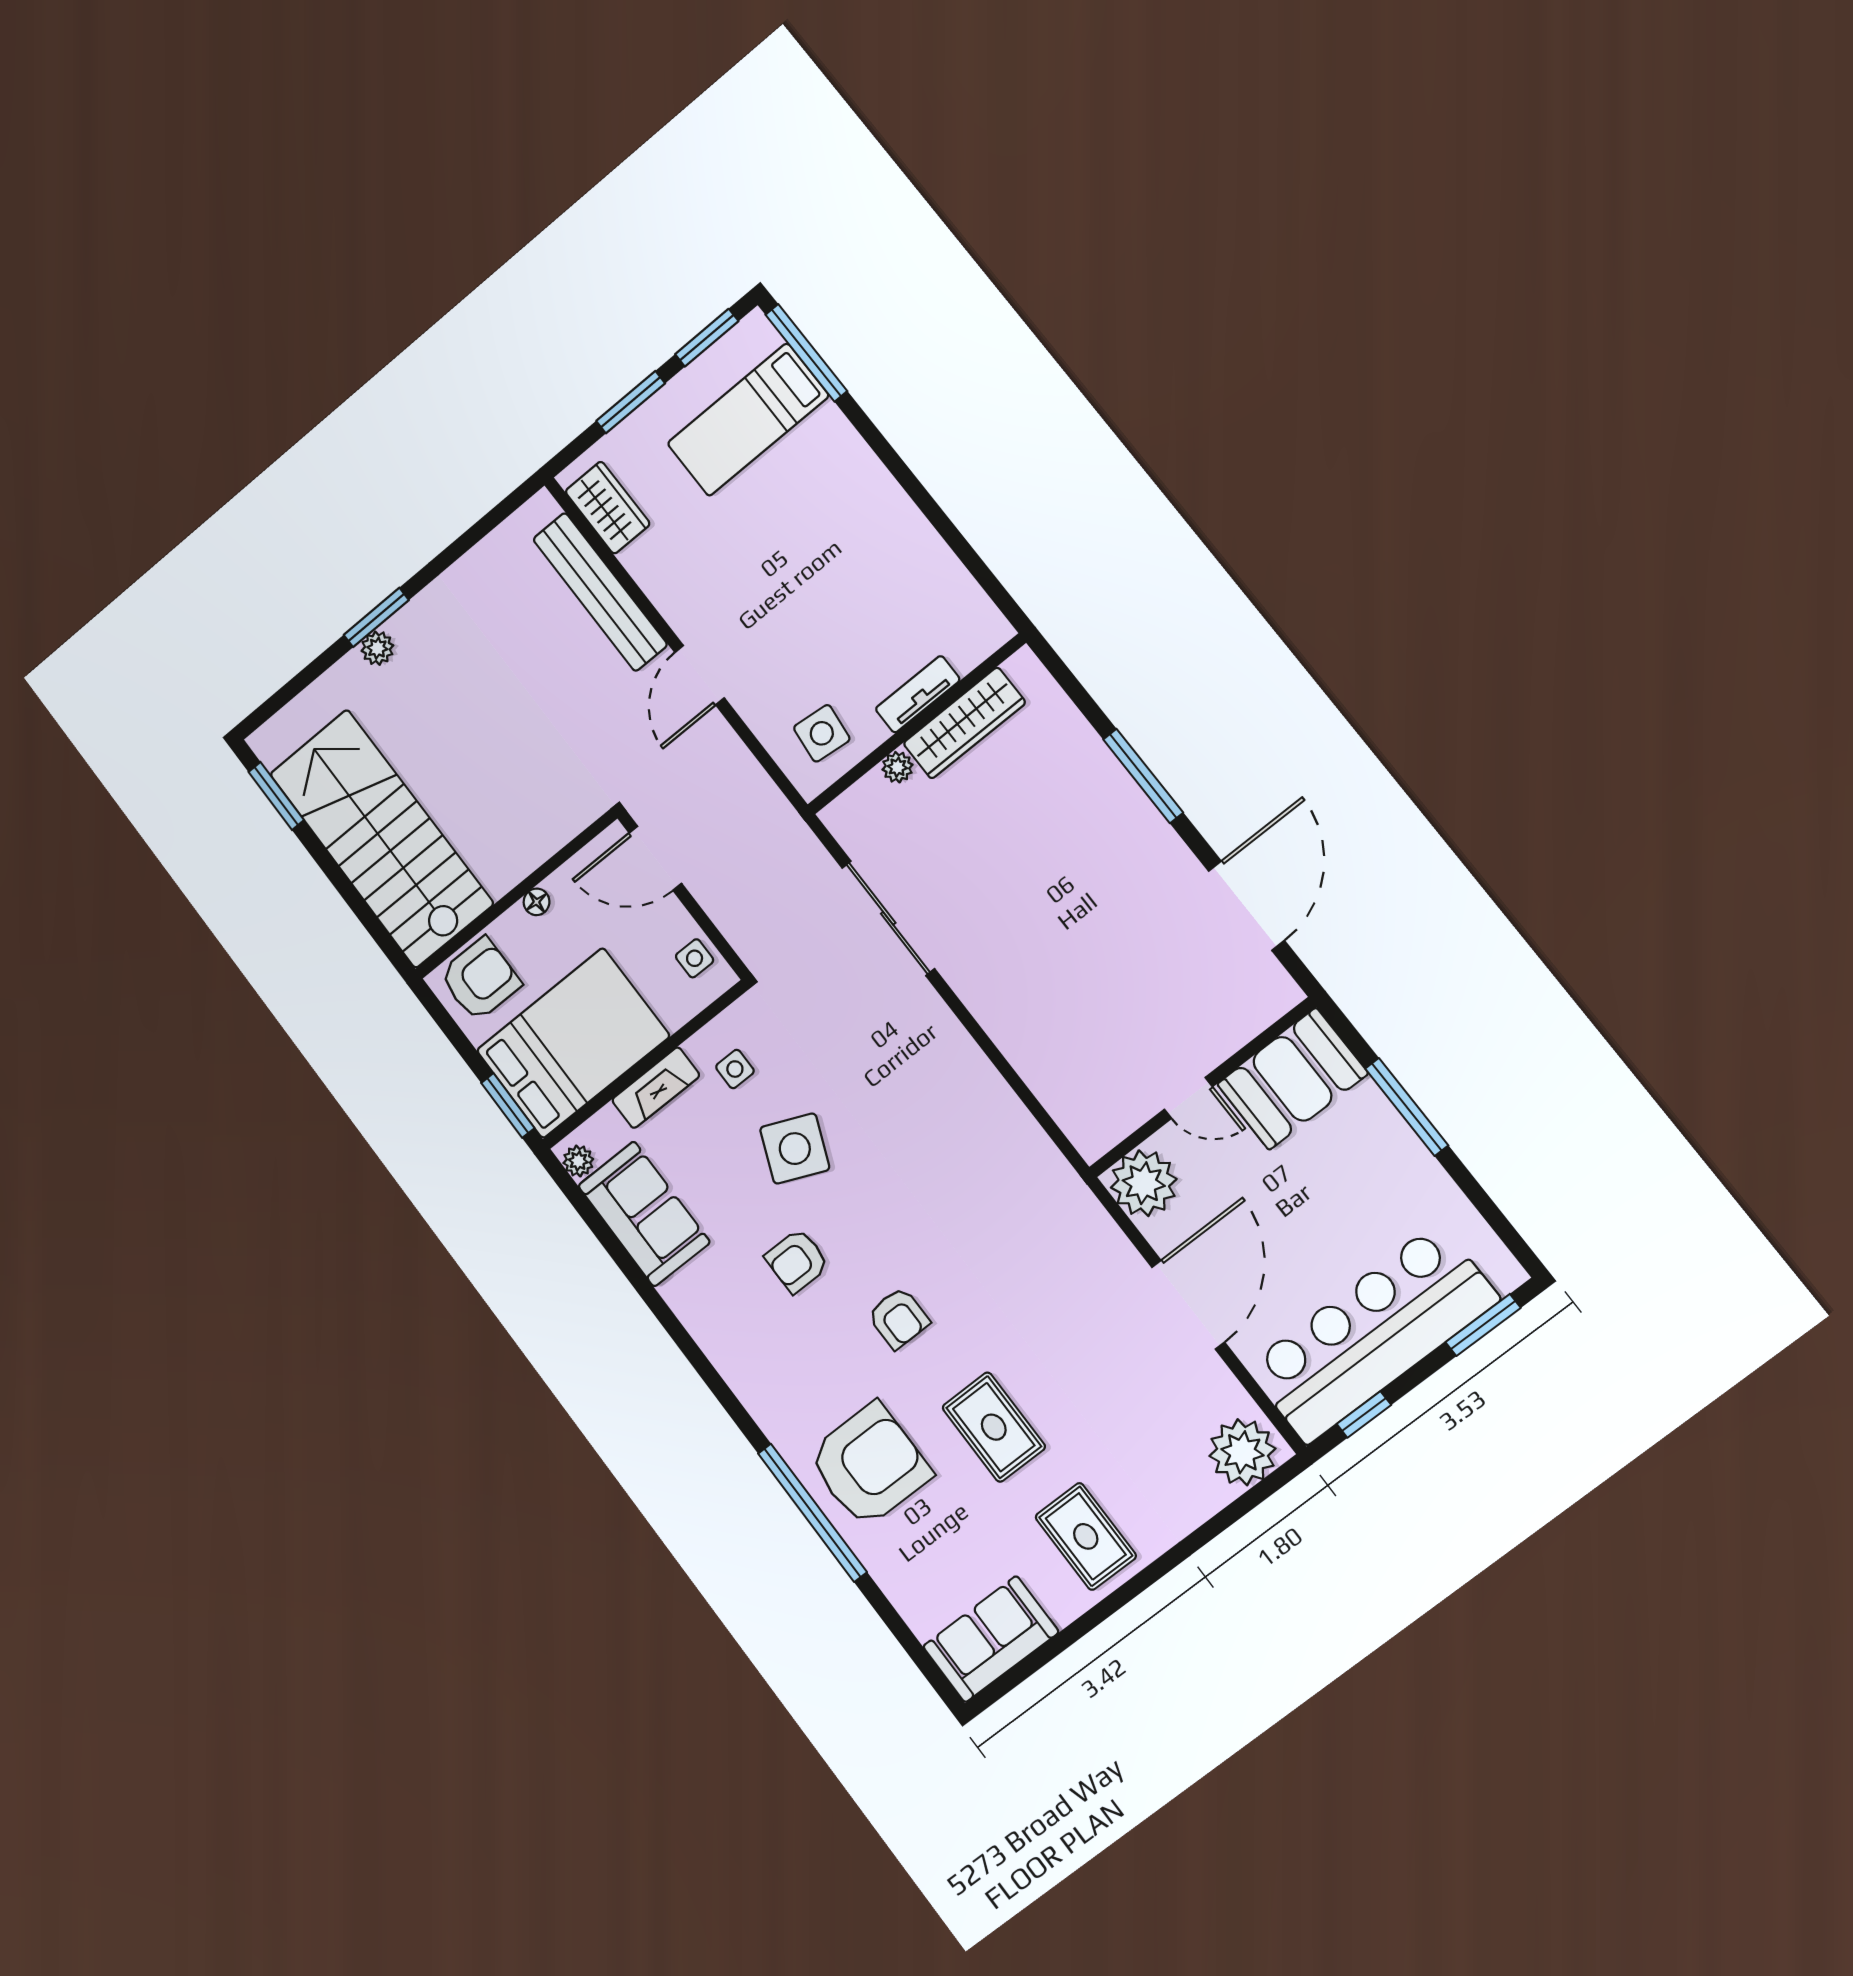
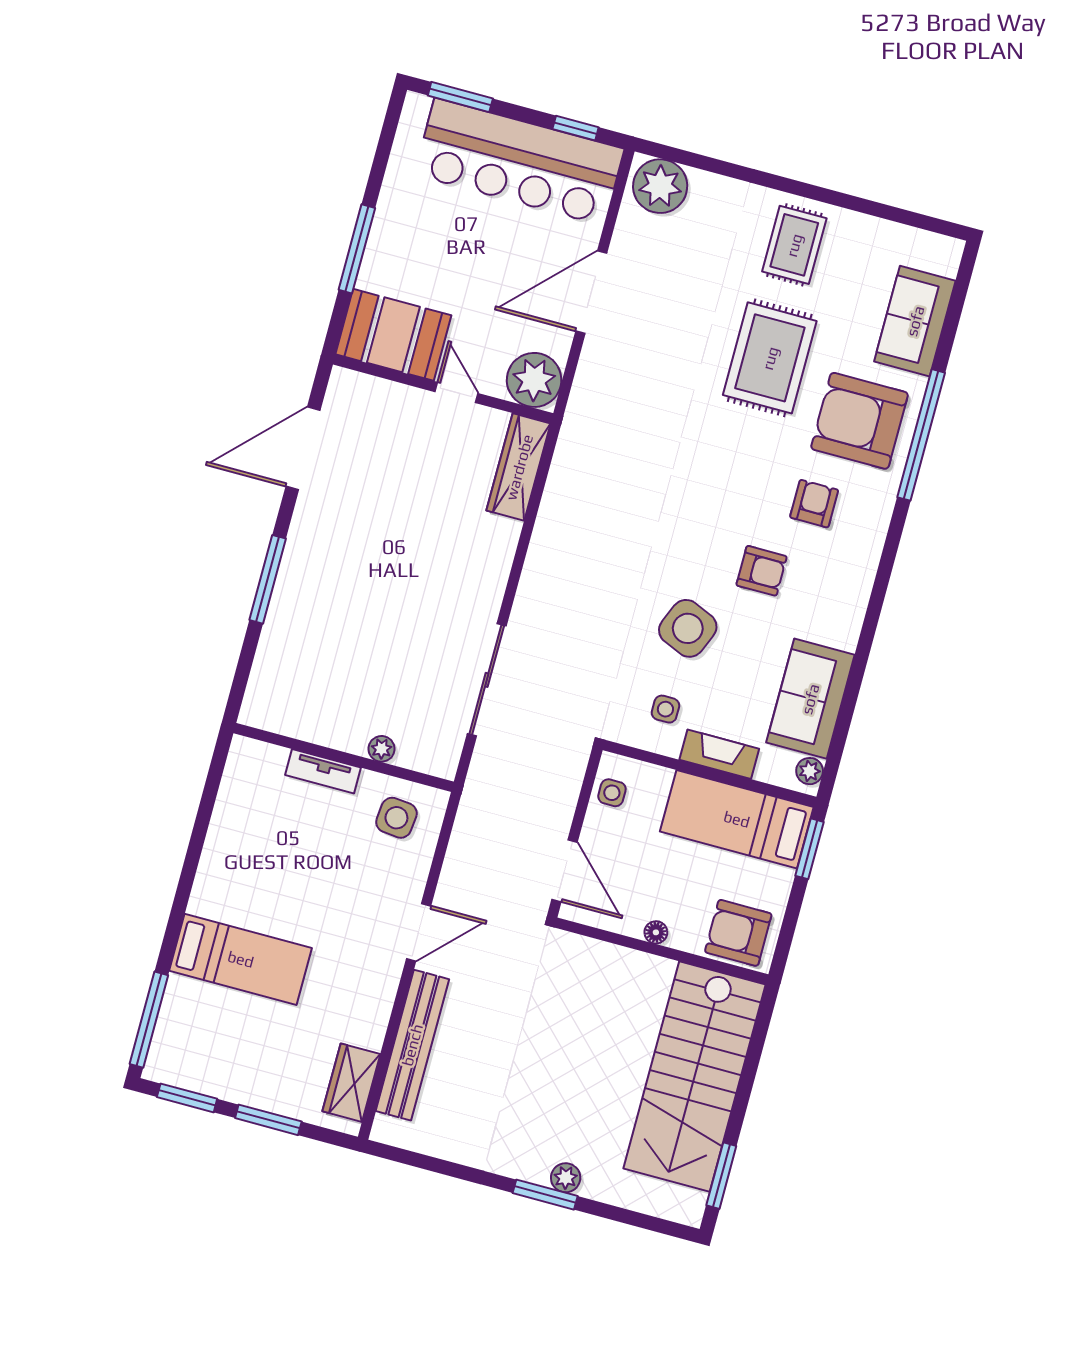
bed: (748, 420) -> (241, 959), moved
wardrobe: (964, 723) -> (519, 467), moved, turned -90
bed: (573, 1043) -> (737, 819), width x0.67
armchair: (899, 1318) -> (814, 504), moved
rug: (994, 1427) -> (770, 358), width x1.36, depth x1.43
sofa: (991, 1639) -> (915, 321), moved, turned 90

